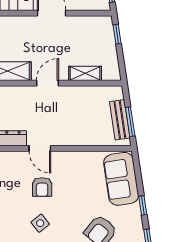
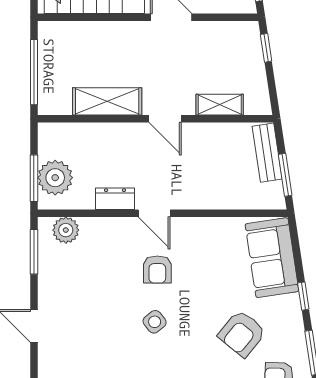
door: (47, 83) -> (165, 119), swing flipped
bench: (120, 120) -> (267, 153), moved

